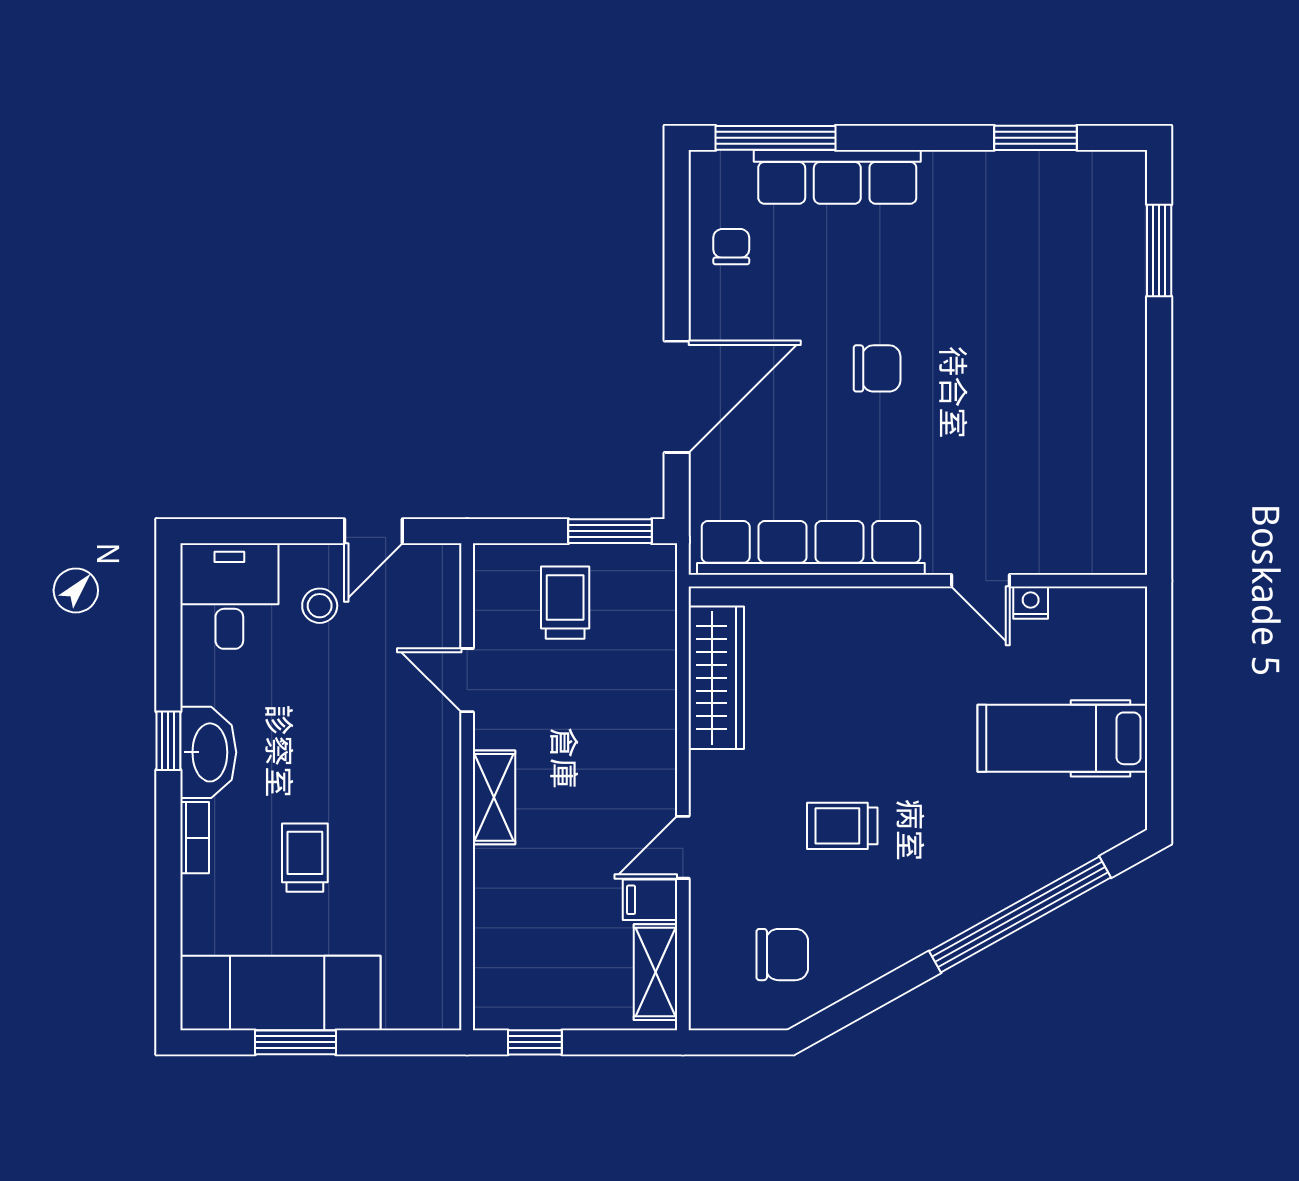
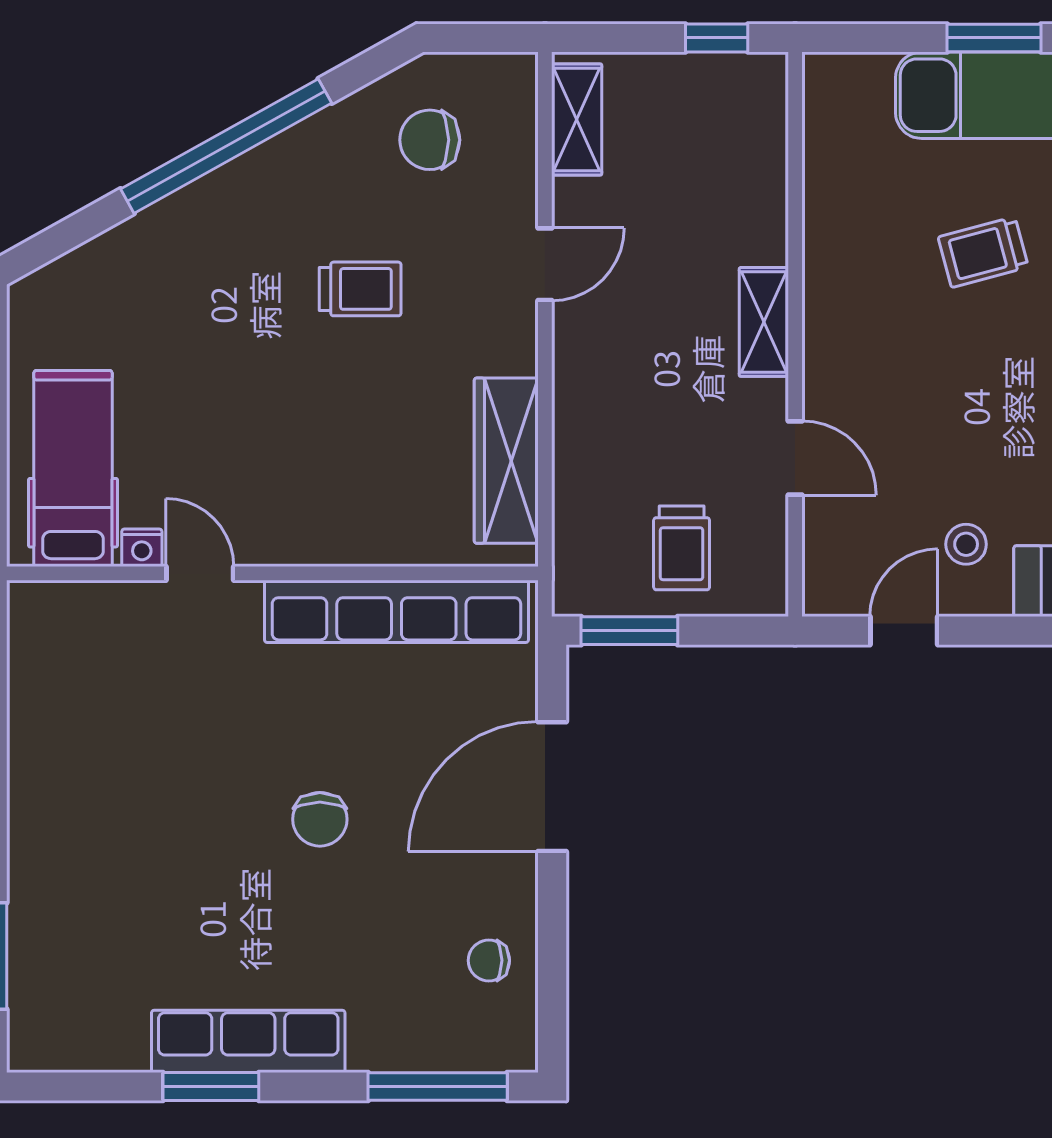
window: (1035, 138) -> (211, 1087), moved
row of seats: (837, 177) -> (248, 1041), moved
chair: (731, 247) -> (489, 960), turned 90
chair: (877, 368) -> (320, 819), turned -90
hospital bed: (1062, 738) -> (73, 468), moved, turned -90
trolley: (305, 858) -> (983, 252), turned 75
filing cabinet: (650, 900) -> (583, 203), removed
window: (1020, 914) -> (226, 146), moved

